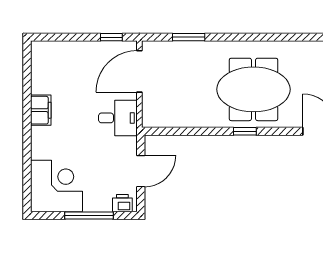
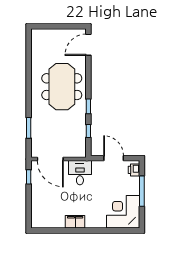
window: (184, 131) -> (88, 131), added
window: (245, 131) -> (88, 106), moved

